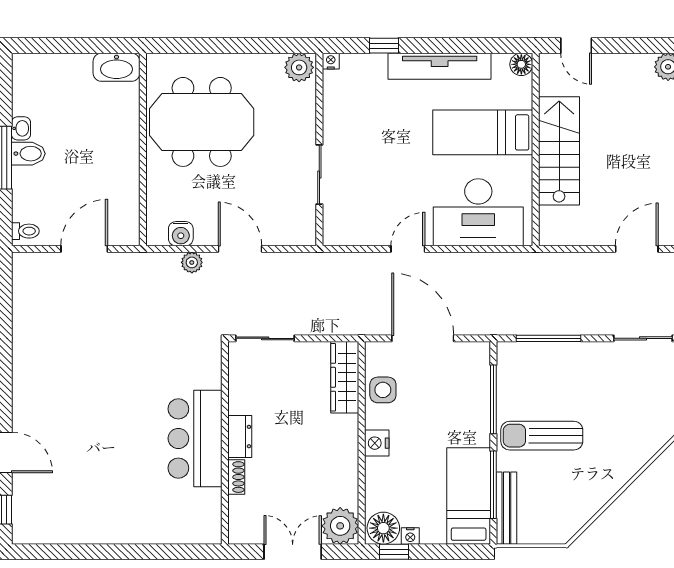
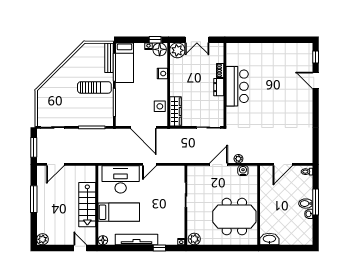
door: (240, 249) -> (219, 164), swing flipped
nightstand: (377, 443) -> (162, 74), moved

